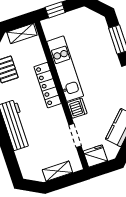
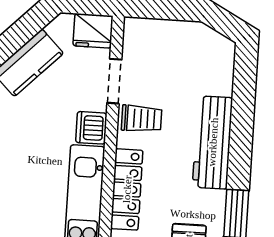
trolley: (54, 123) -> (142, 119), added
shelving: (57, 171) -> (170, 31), removed

